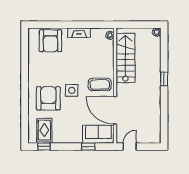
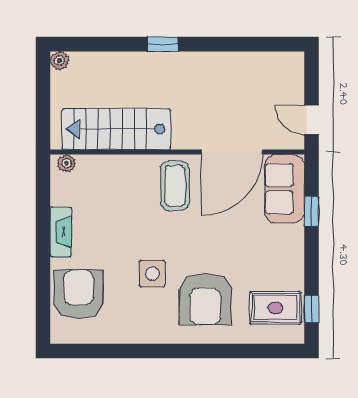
armchair: (50, 41) -> (79, 294), turned -90
side table: (72, 90) -> (152, 274), moved
armchair: (48, 98) -> (205, 299), turned -90

